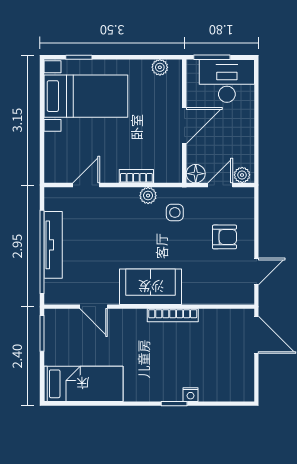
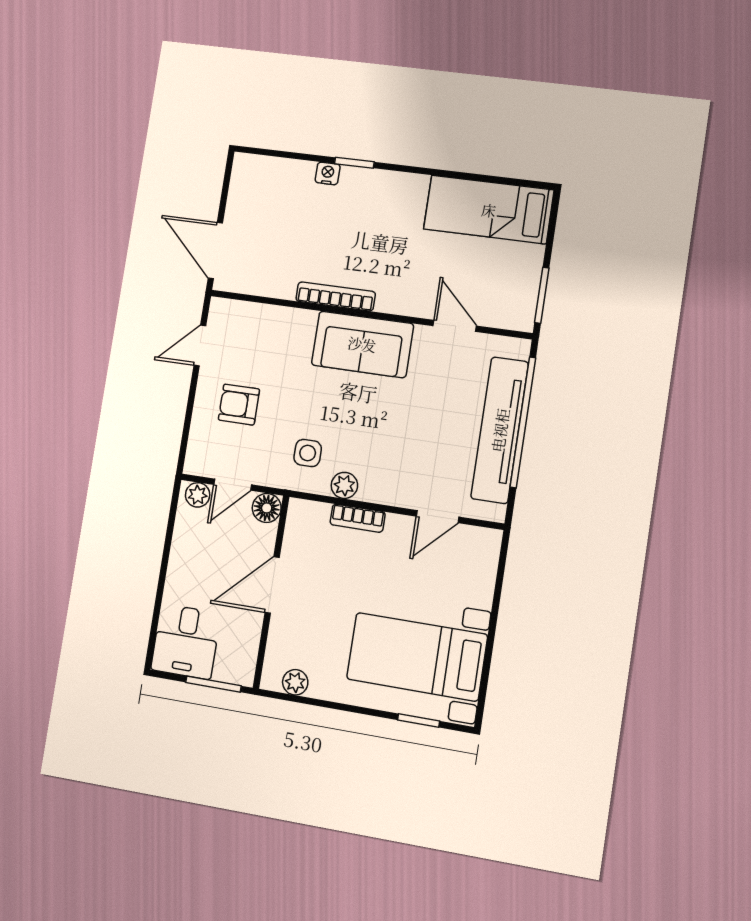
desk: (227, 81) -> (186, 641), width x0.73
tv unit: (53, 245) -> (500, 430), width x1.36, depth x1.29

